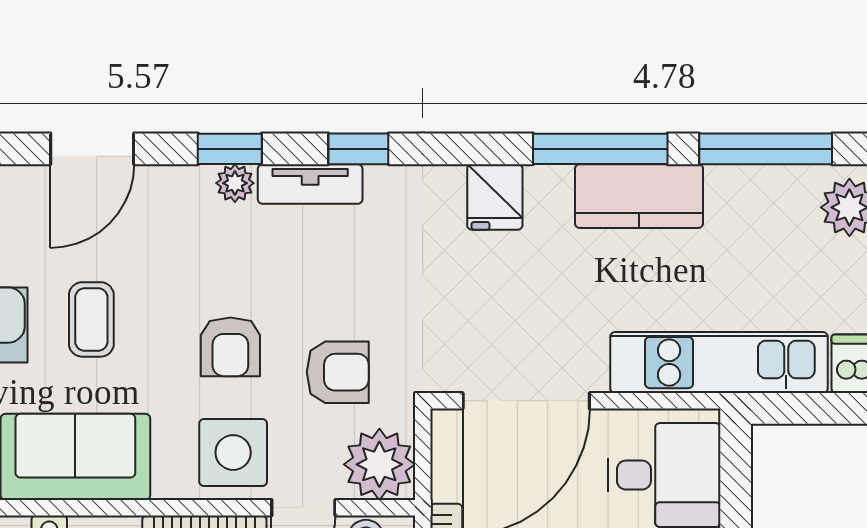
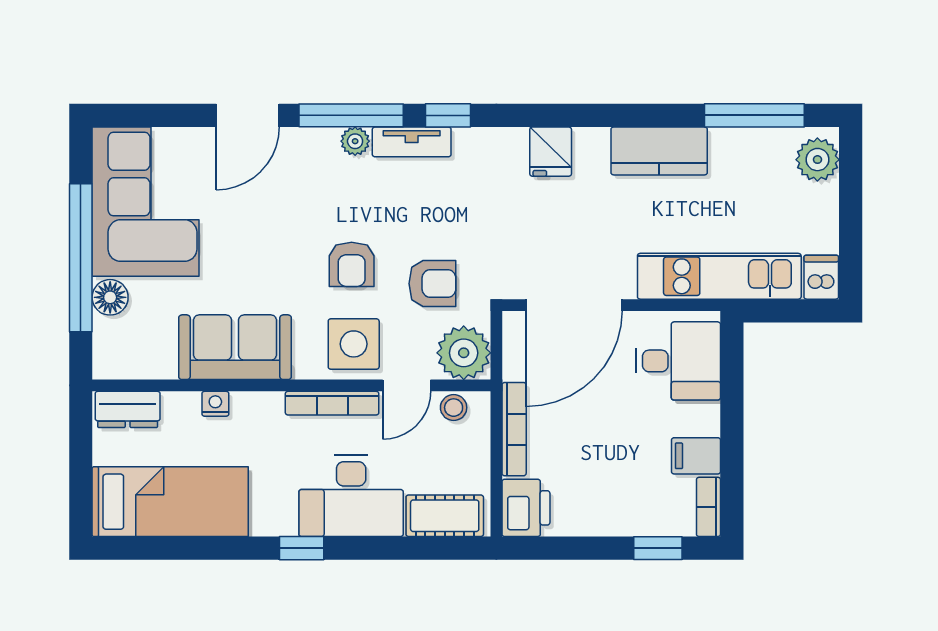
window: (230, 149) -> (351, 115), width x2.17
window: (600, 149) -> (630, 115), removed
coffee table: (91, 319) -> (247, 244), removed

